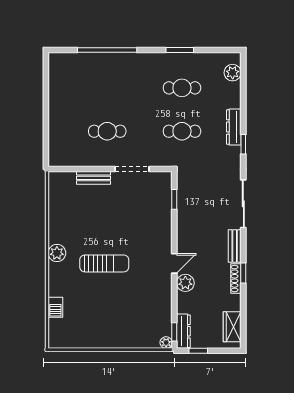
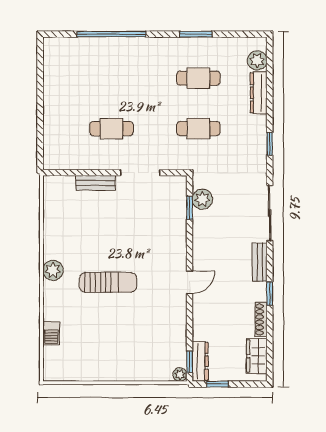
dresser: (234, 127) -> (259, 93), moved
shoe rack: (236, 279) -> (261, 320), moved
plant: (185, 283) -> (202, 199), moved

